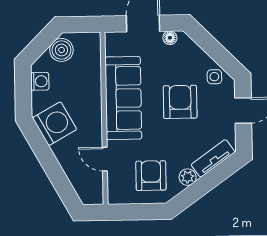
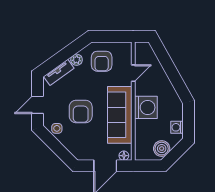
floor lamp: (170, 38) -> (124, 156), moved
washing machine: (55, 124) -> (146, 107), moved, turned -151
door: (105, 159) -> (133, 73), hinge flipped

